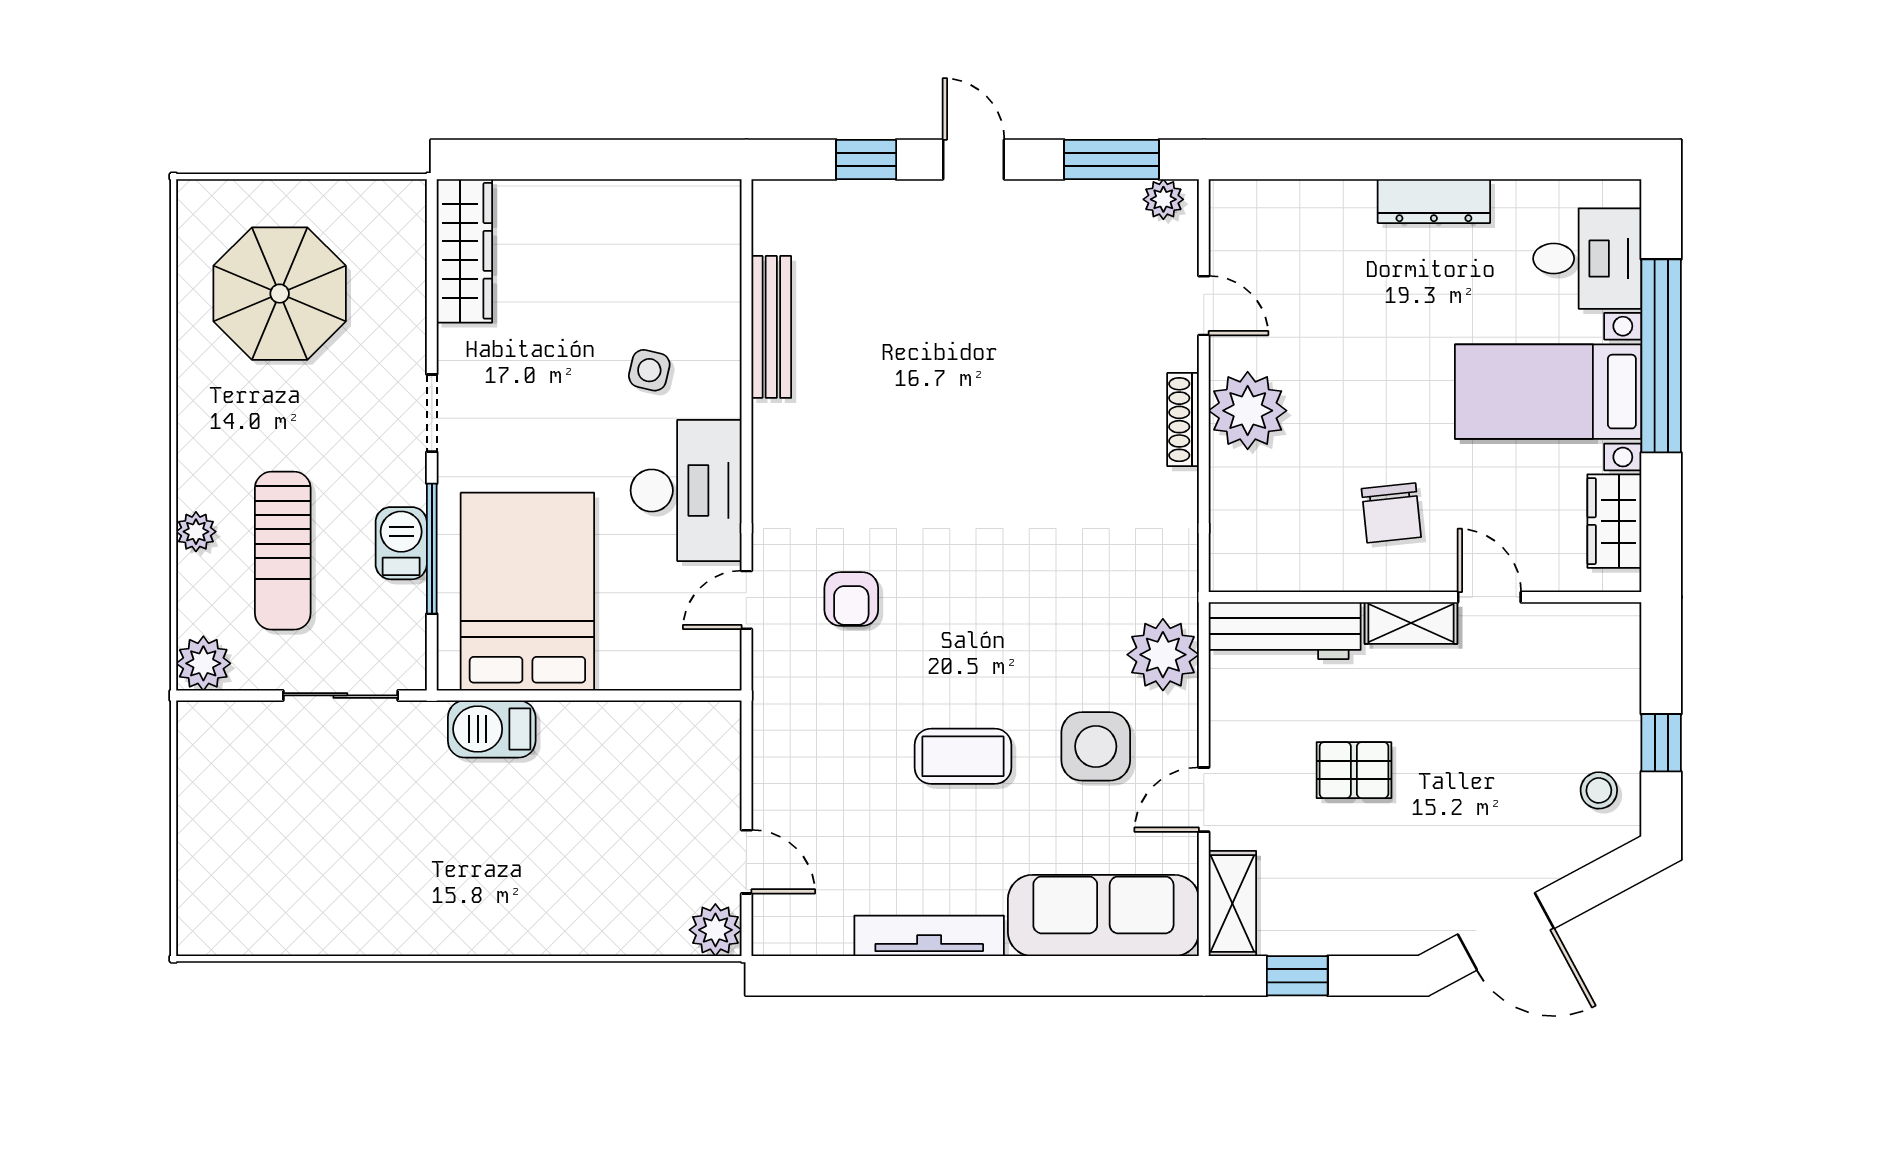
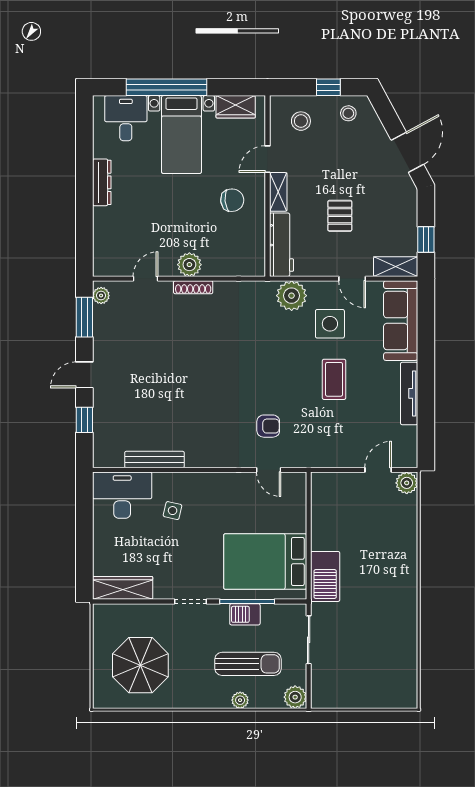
plant: (1248, 411) -> (189, 265), width x0.73, depth x0.73
desk: (686, 490) -> (122, 495), moved
stool: (1580, 677) -> (301, 121), added
barbecue: (492, 729) -> (325, 576), width x1.37, depth x1.21

